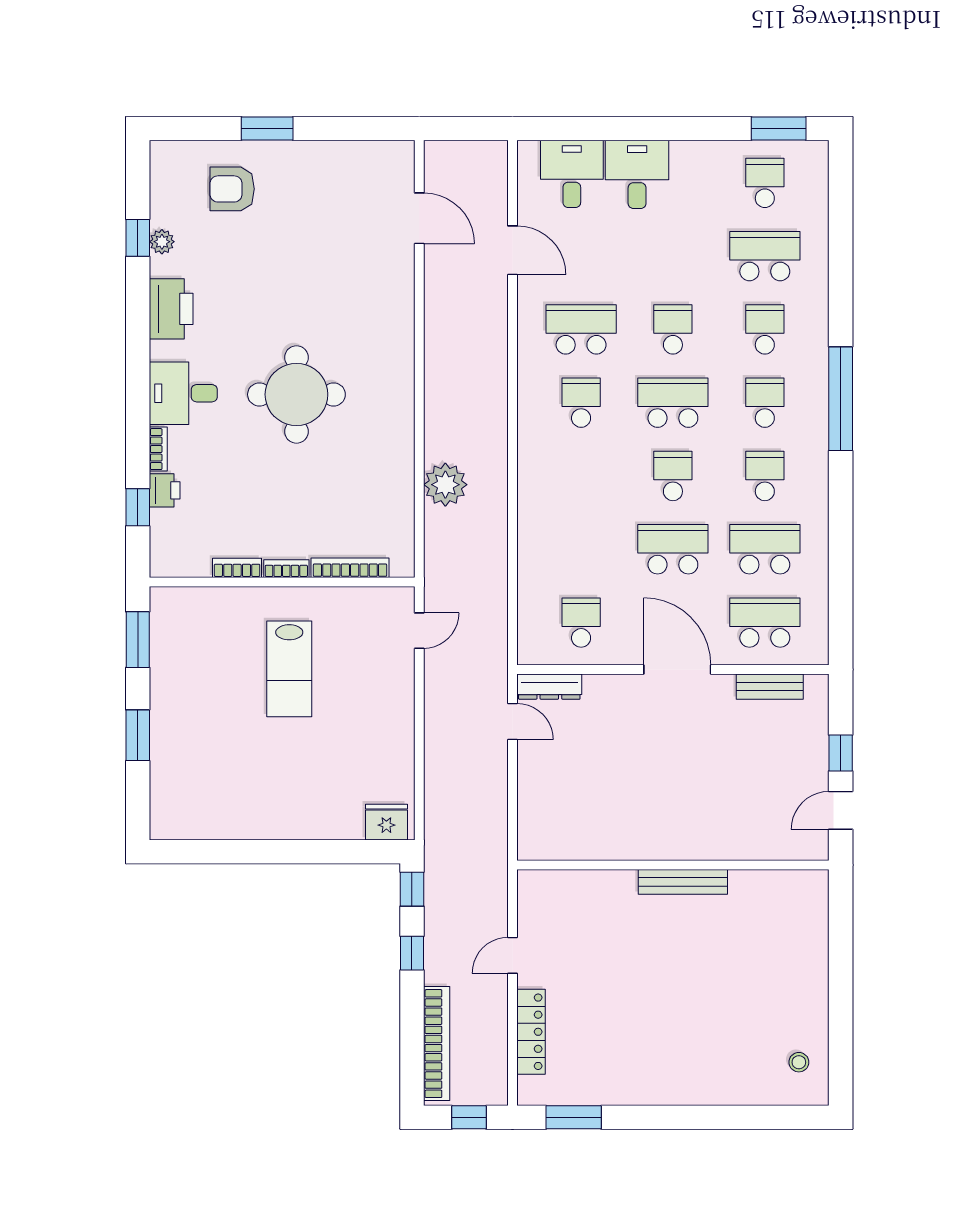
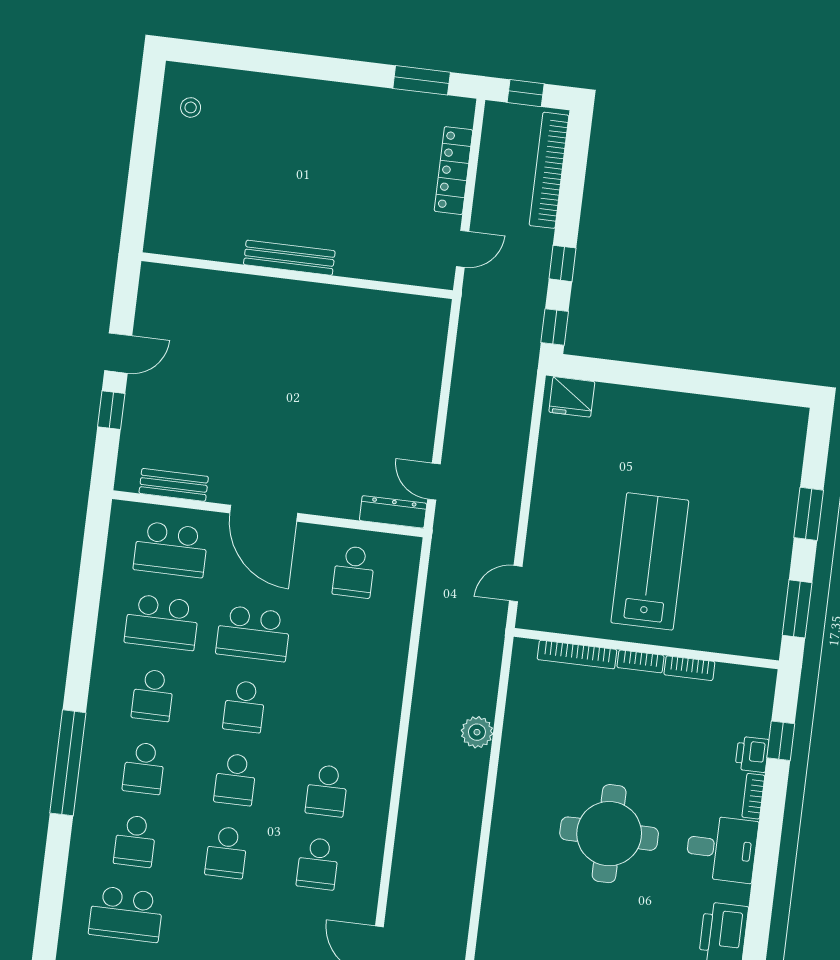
school desk: (581, 329) -> (318, 864), width x0.54
school desk: (673, 403) -> (235, 779), width x0.54
plant: (445, 485) -> (477, 732), width x0.73, depth x0.73
lab bench: (289, 669) -> (650, 561), width x1.36, depth x1.39
wall: (673, 865) -> (297, 276), moved
bench: (683, 882) -> (289, 258), moved

